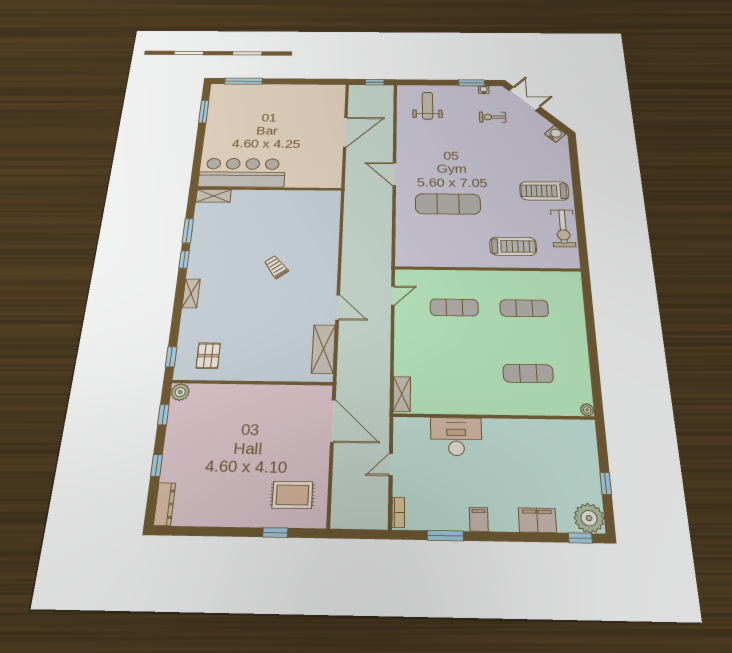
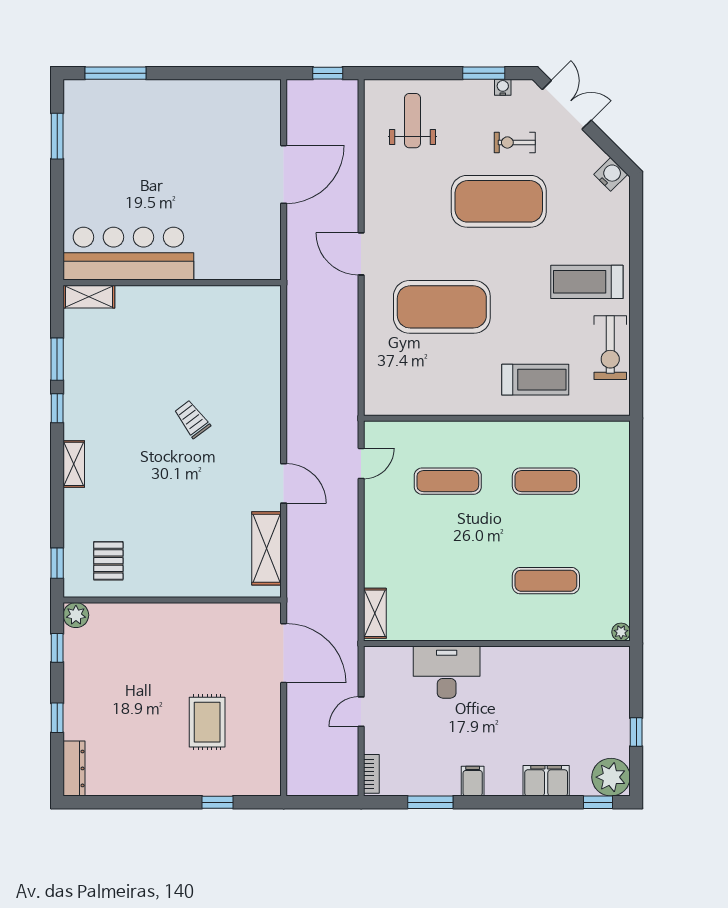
exercise mat: (484, 147) -> (499, 201), added
exercise mat: (448, 204) -> (442, 307), width x1.47
rug: (292, 495) -> (207, 722), moved, turned 90

